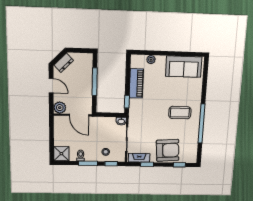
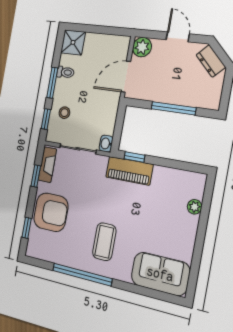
sofa: (184, 67) -> (160, 274), moved, turned 90
piano: (136, 83) -> (129, 171), moved
door: (51, 86) -> (178, 37), swing flipped
armchair: (168, 150) -> (51, 212), turned -86

